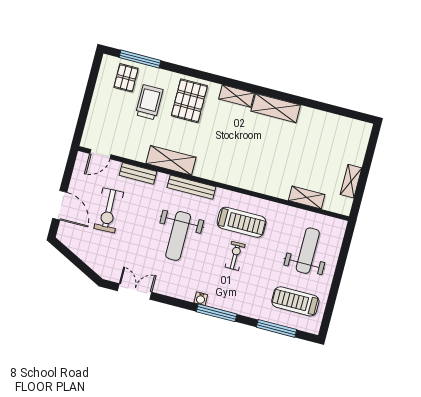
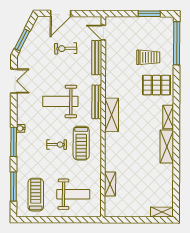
window: (140, 59) -> (177, 43), width x1.46
pallet: (126, 78) -> (161, 37), removed
window: (91, 86) -> (149, 14), added
shelving: (171, 160) -> (112, 115), moved
bench: (138, 173) -> (97, 58), width x1.36
shelving: (351, 181) -> (162, 212), moved
exercise bike: (109, 210) -> (66, 48), width x0.73, depth x0.72
window: (82, 266) -> (22, 40), added

